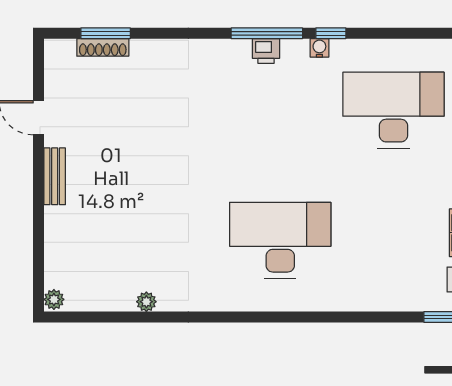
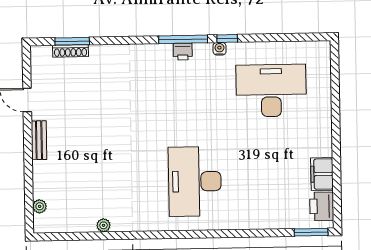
desk: (280, 240) -> (195, 181), turned -90
plant: (54, 299) -> (40, 206), moved

